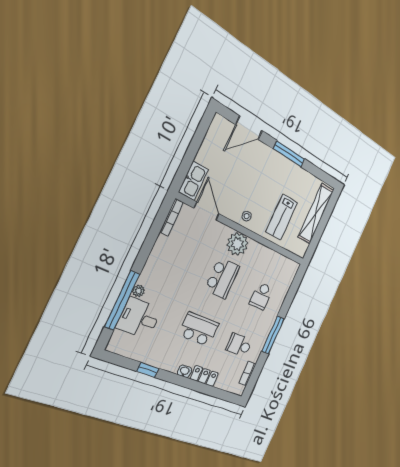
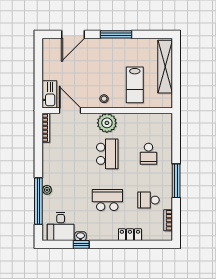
desk: (139, 318) -> (61, 226), moved, turned -90
washbasin: (184, 371) -> (80, 236), moved

